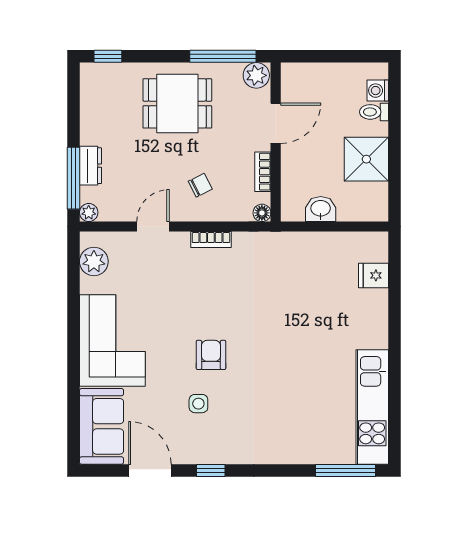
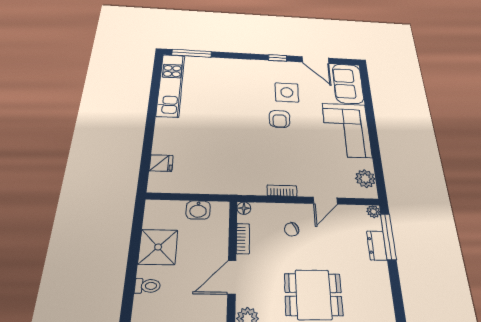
washing machine: (378, 91) -> (142, 305), removed
side table: (198, 404) -> (287, 92), width x1.87, depth x1.87

